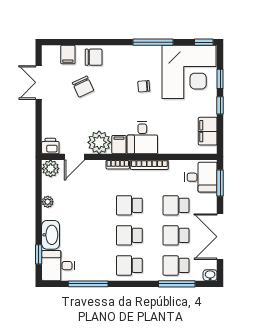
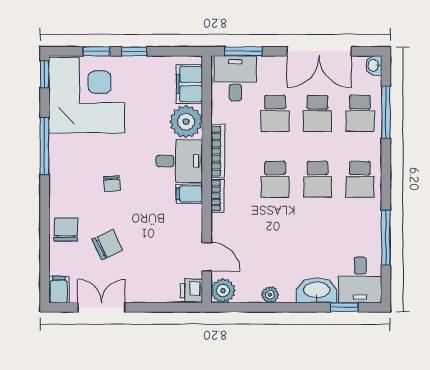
filing cabinet: (68, 55) -> (59, 290), moved, turned -90
double door: (39, 82) -> (102, 307), swing flipped
chair: (144, 86) -> (112, 184), moved
filing cabinet: (208, 131) -> (189, 84), moved, turned 90
plant: (99, 142) -> (186, 122), moved

